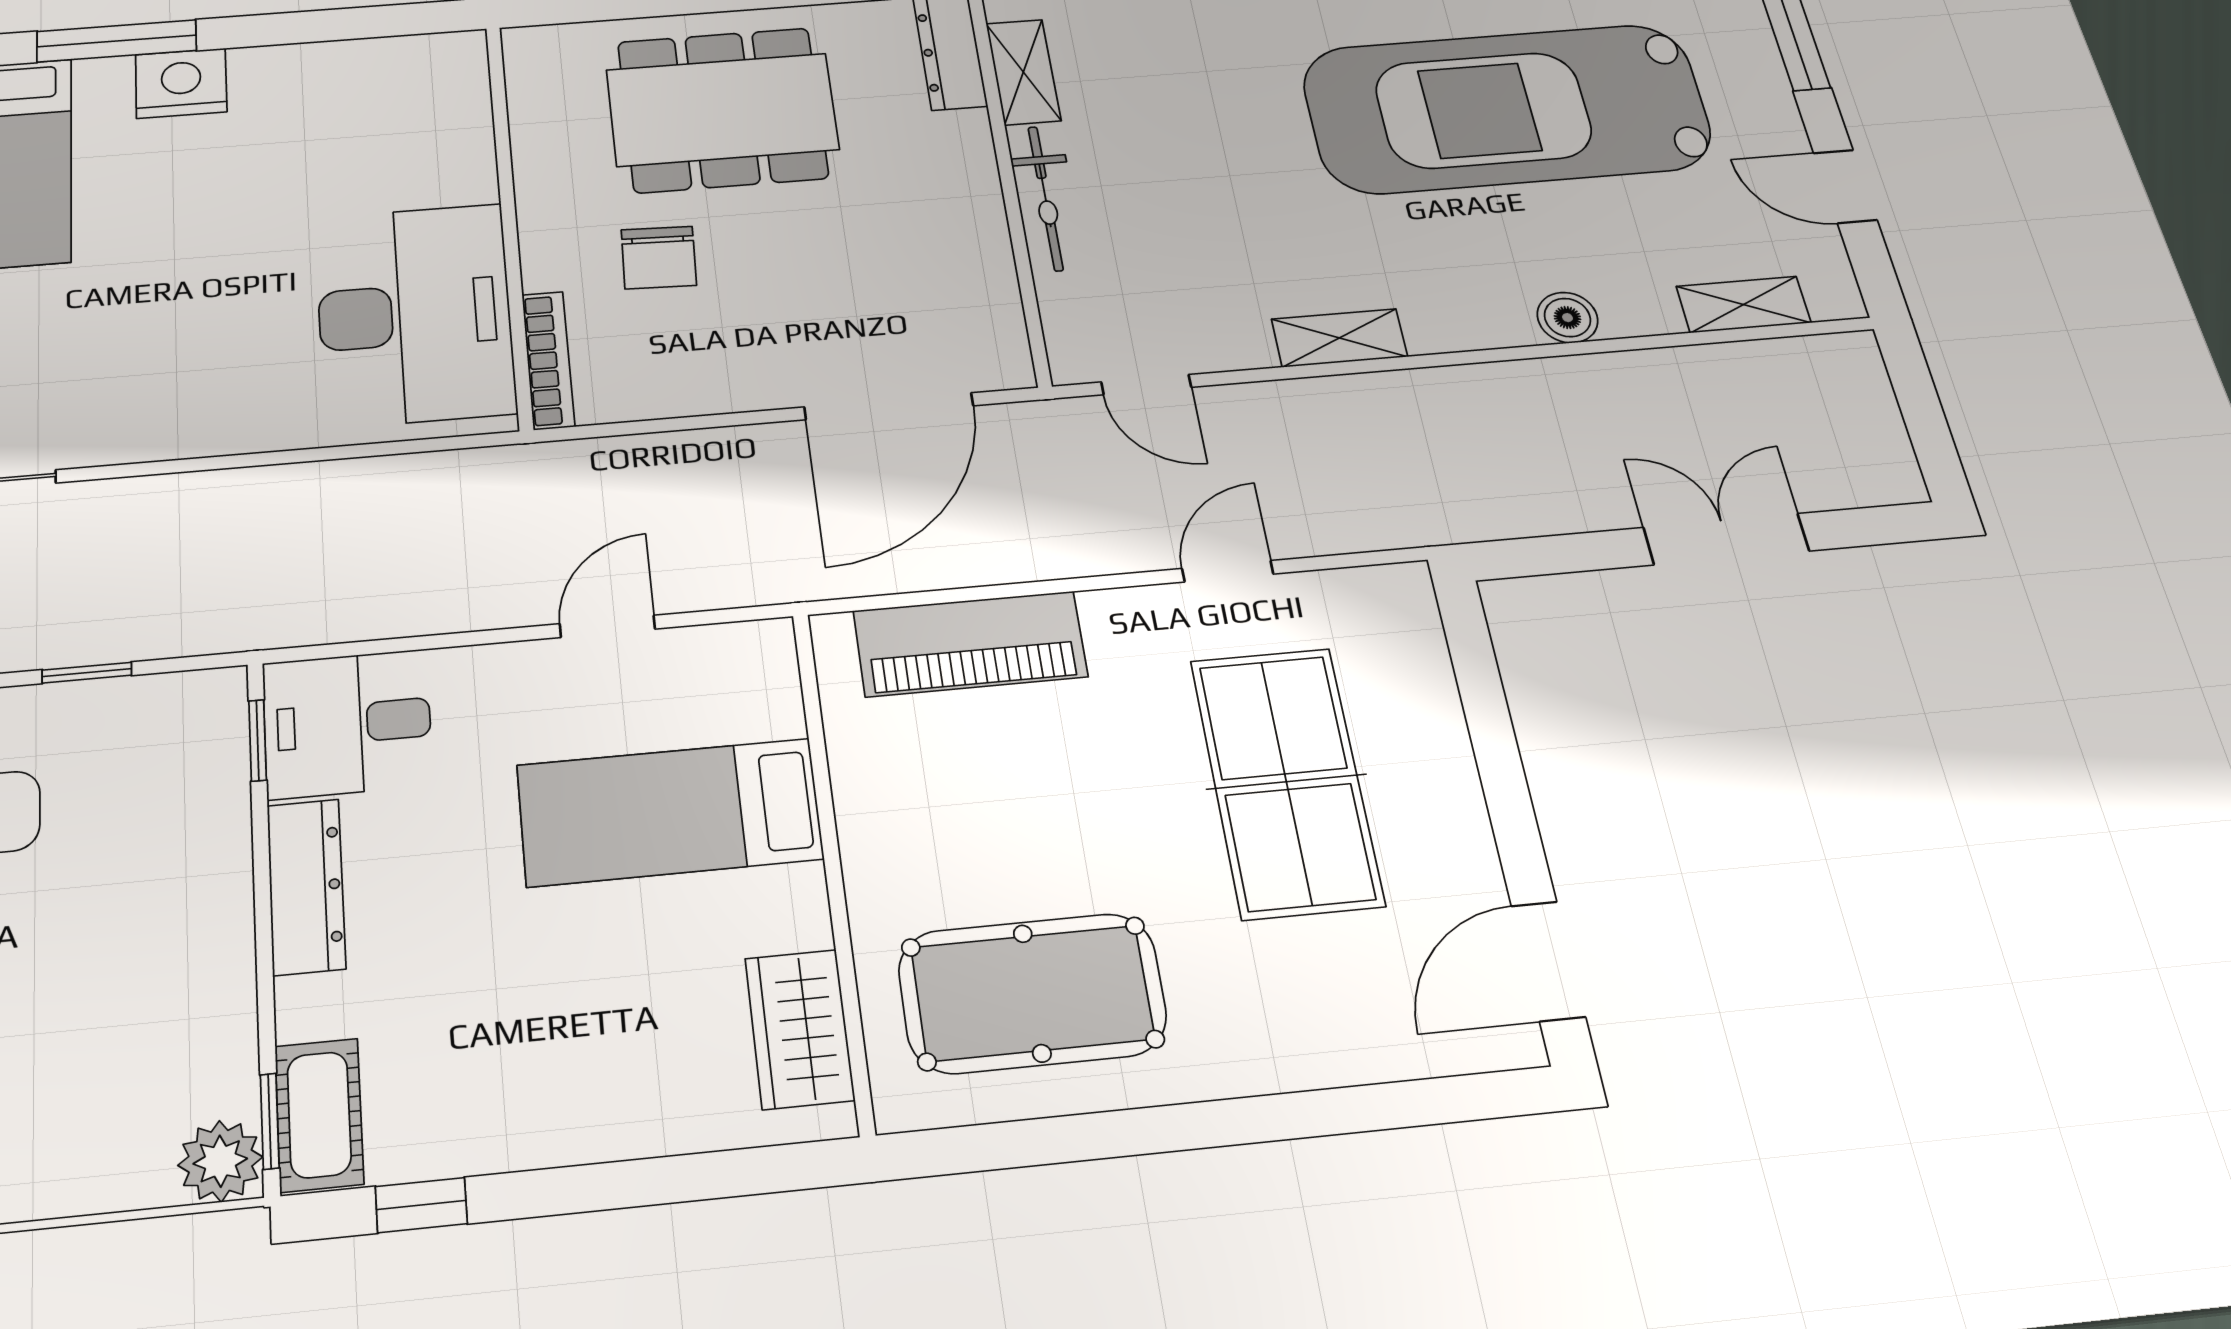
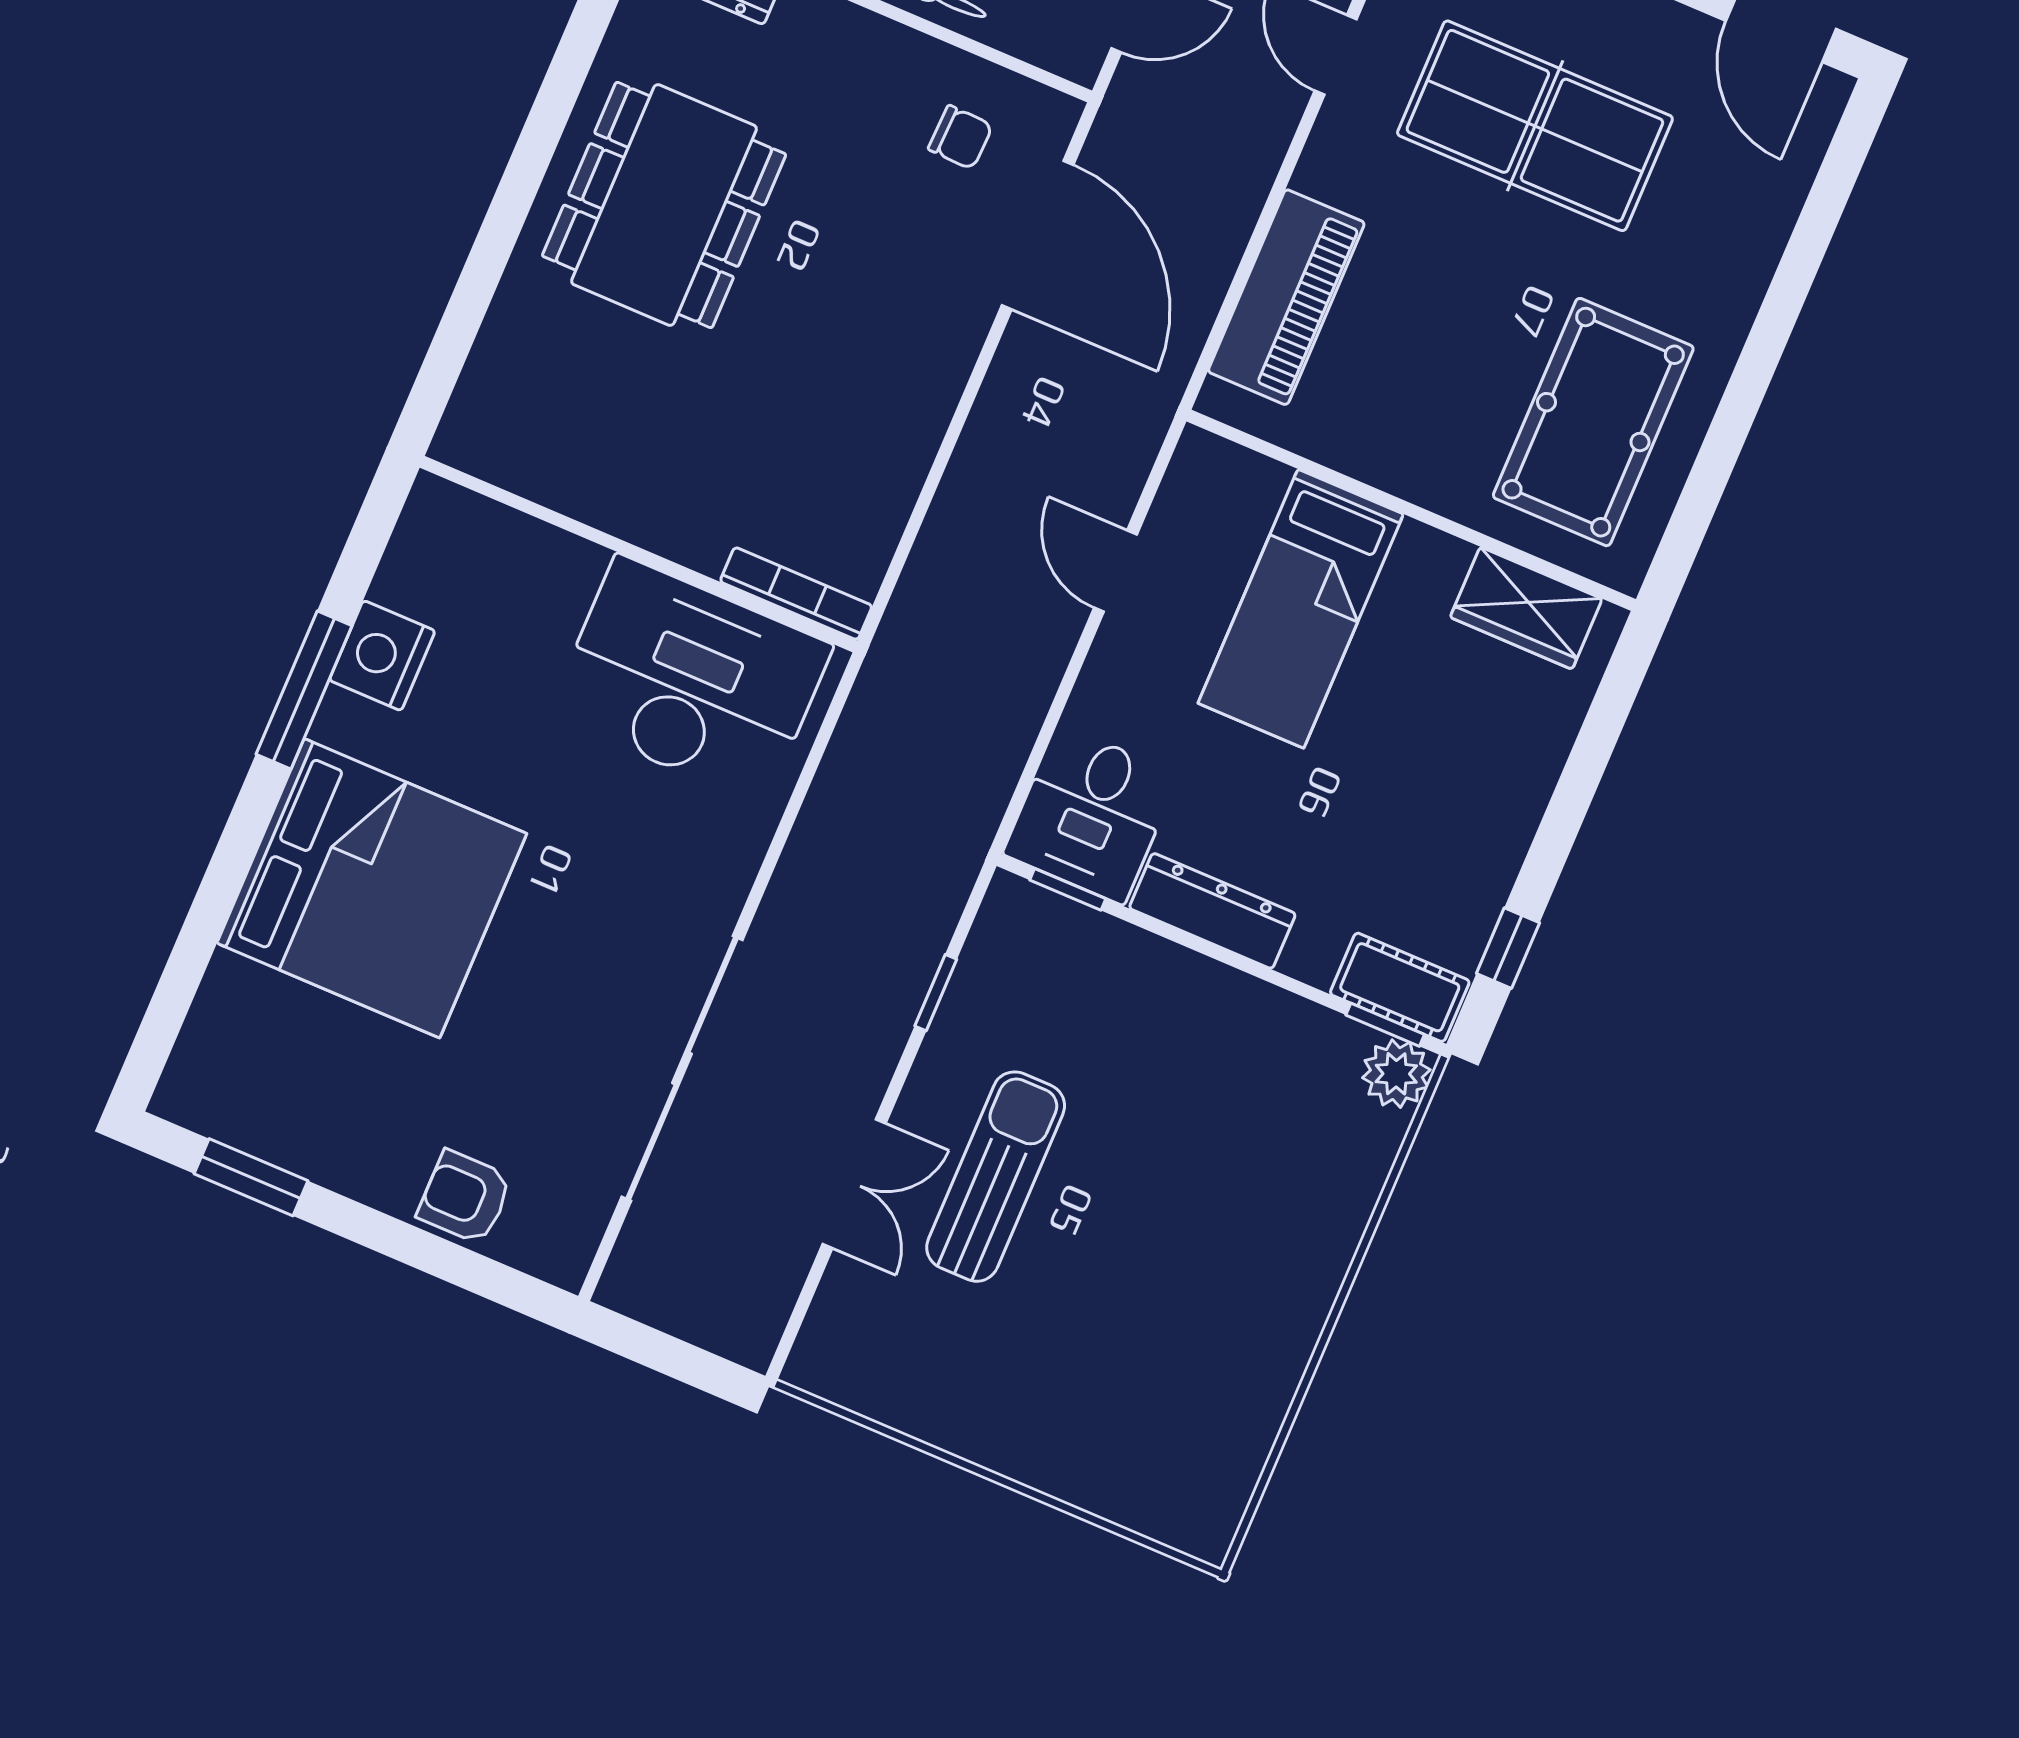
wall: (509, 222) -> (639, 554), moved
chair: (659, 258) -> (960, 137), moved, width x0.73, depth x0.73
desk: (415, 314) -> (691, 680), moved
bookcase: (548, 360) -> (796, 594), moved

